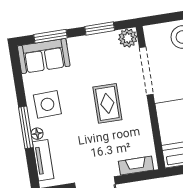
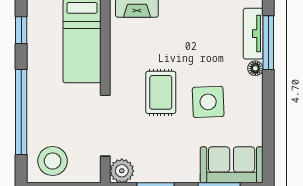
side table: (47, 104) -> (208, 102), moved
window: (26, 127) -> (268, 43), moved

